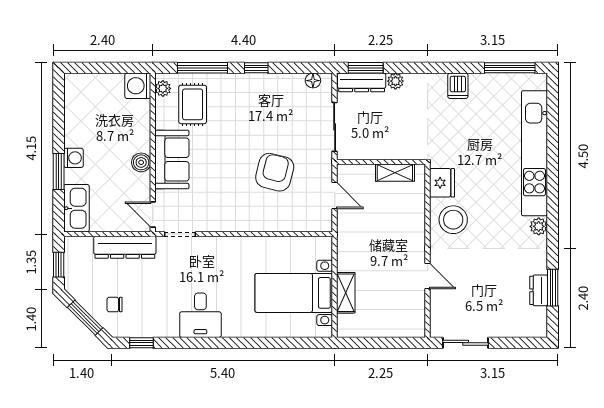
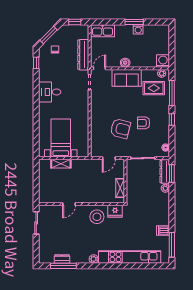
dishwasher: (458, 86) -> (163, 231), moved
armchair: (263, 125) -> (144, 123), added
washing machine: (73, 158) -> (138, 29), moved
window: (59, 171) -> (134, 22), moved
window: (553, 288) -> (63, 266), width x1.44

